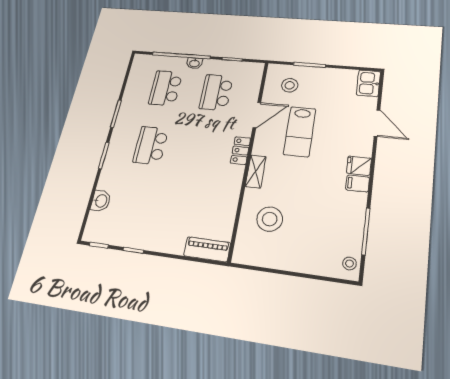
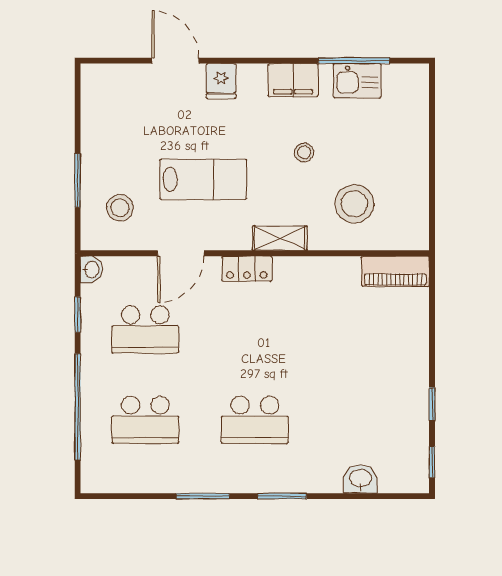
washbasin: (194, 63) -> (91, 269), moved
kitchen sink: (368, 83) -> (357, 81), moved
door: (257, 115) -> (181, 253), swing flipped
door: (377, 123) -> (175, 61), hinge flipped
fridge: (359, 166) -> (221, 81), moved
filing cabinet: (358, 183) -> (293, 80), width x2.00
piano: (207, 249) -> (395, 271), moved, turned -90
stool: (349, 264) -> (304, 152), moved

